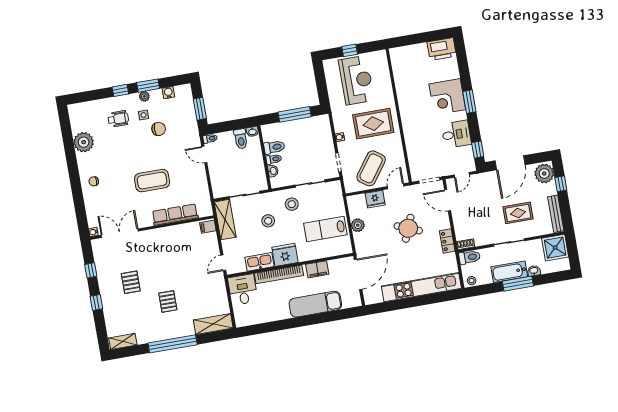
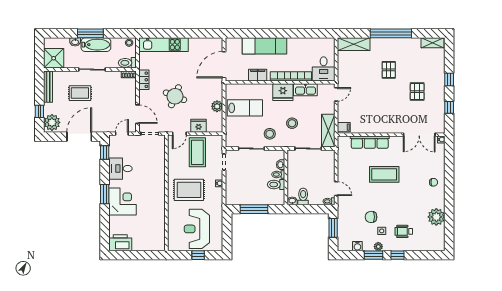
coffee table: (371, 168) -> (197, 152), turned -36
kitchen unit: (421, 287) -> (163, 45), width x0.73

